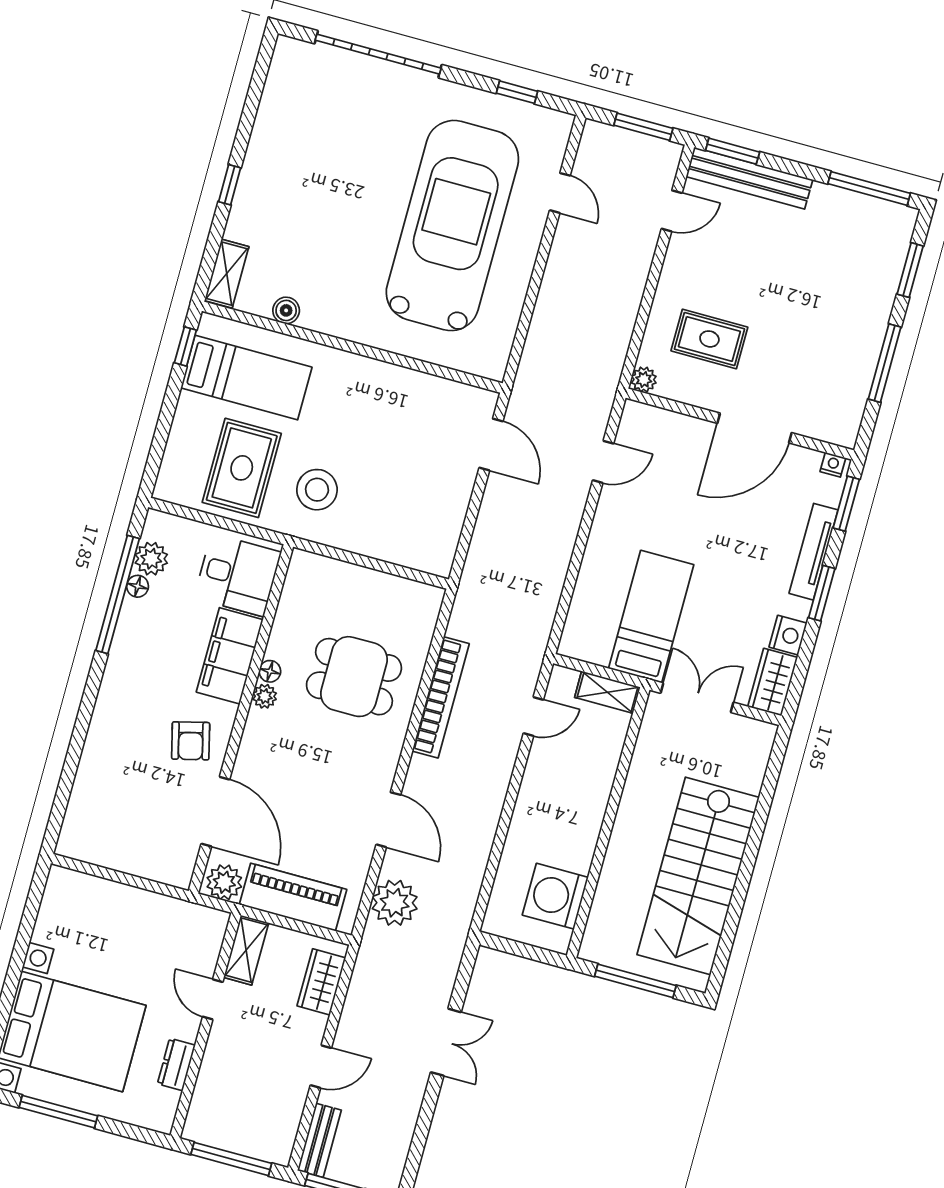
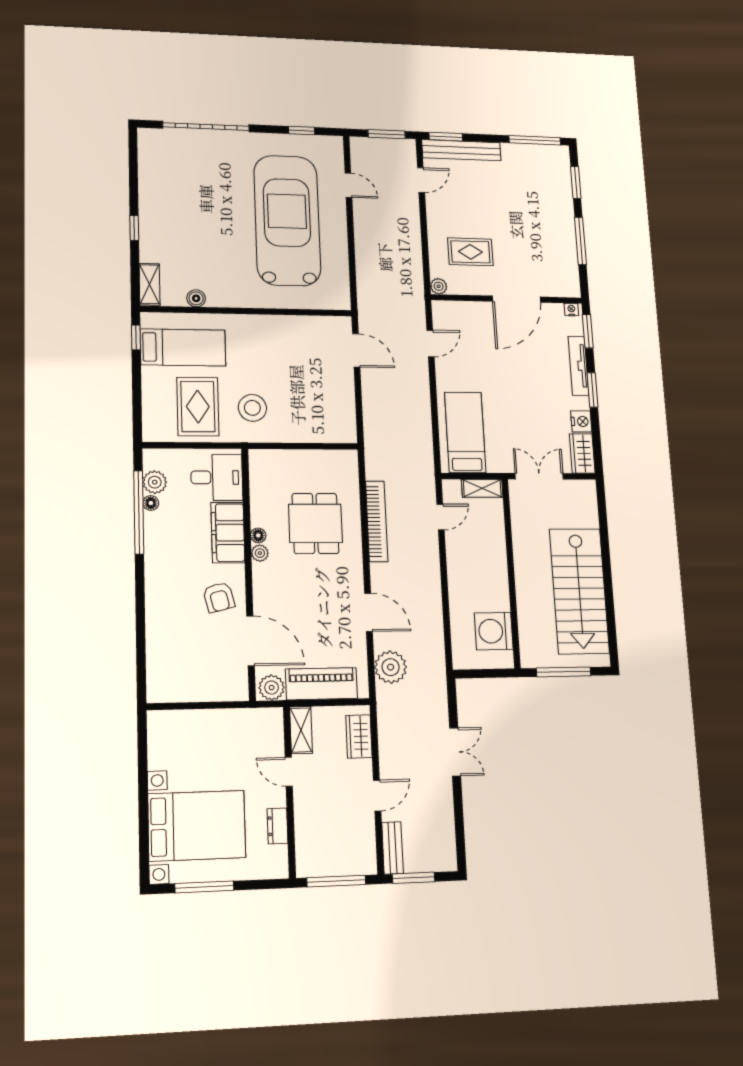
bed: (651, 617) -> (465, 432), moved
dining table: (354, 677) -> (315, 523), turned 90

